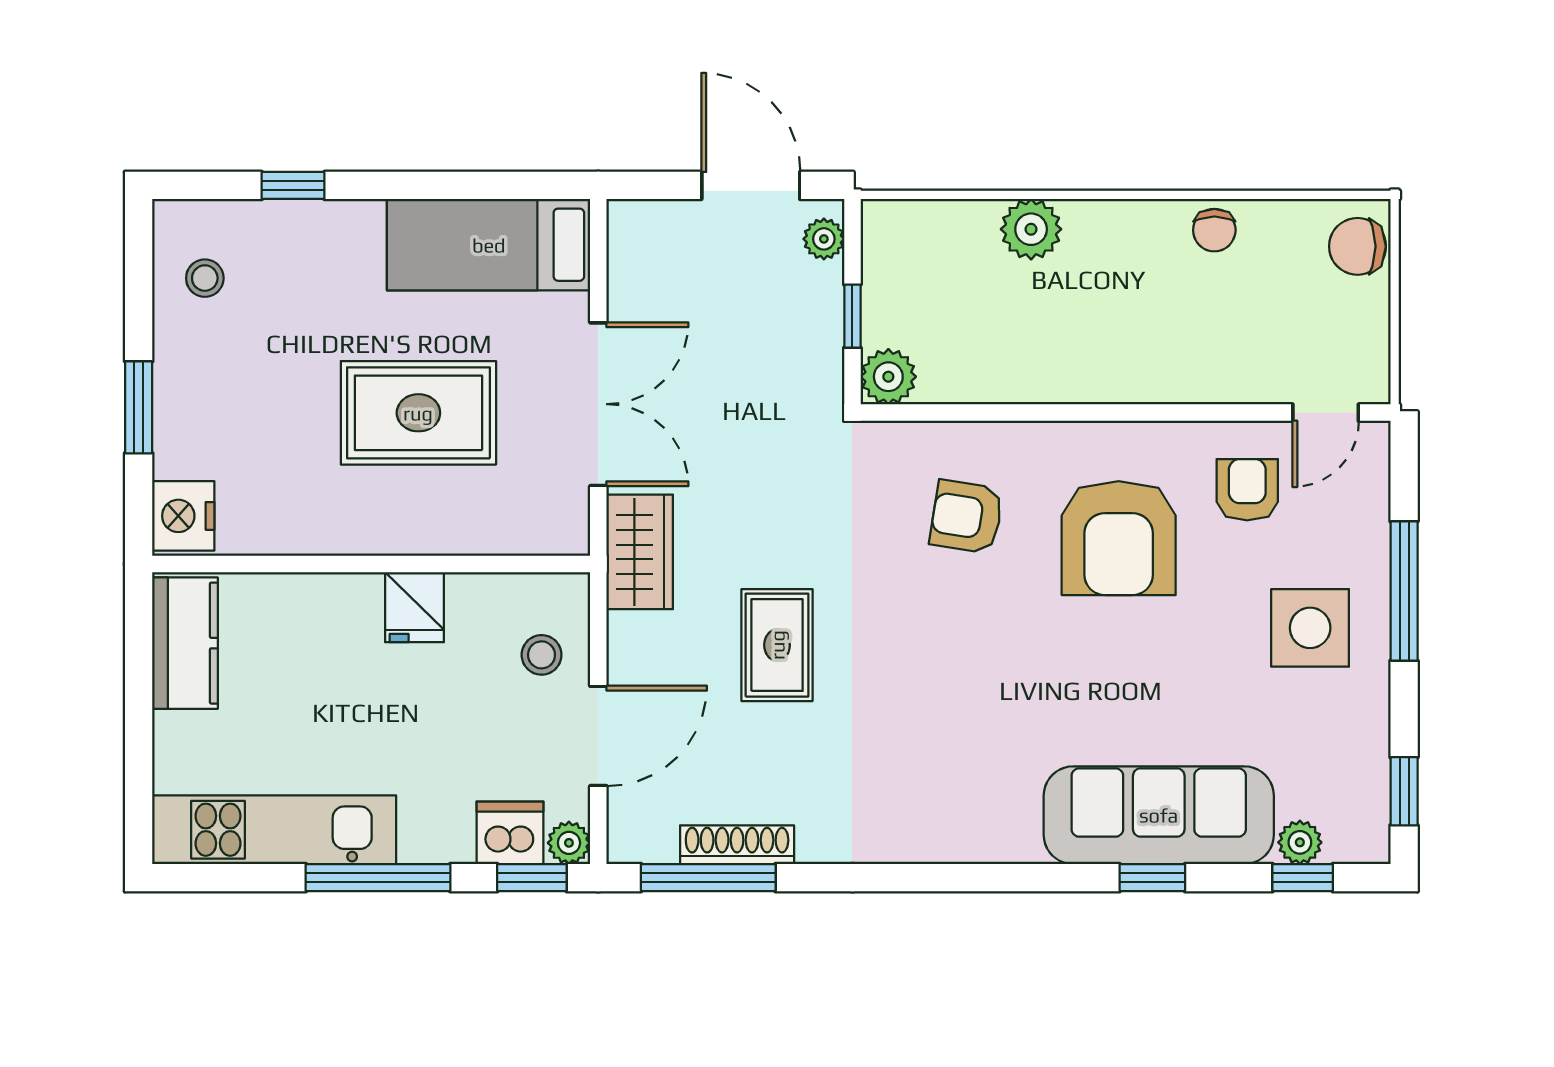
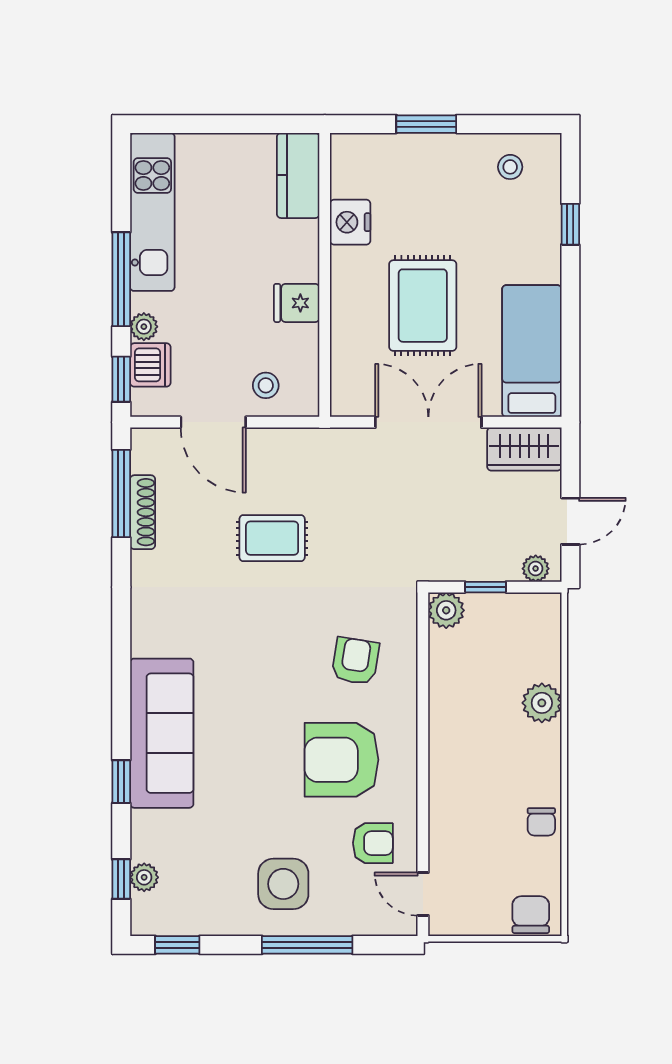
door: (751, 185) -> (570, 521), width x0.73
chair: (1214, 230) -> (541, 822), turned -90
double door: (598, 404) -> (428, 422), swing flipped
nightstand: (183, 516) -> (350, 222), moved, turned -90
wardrobe: (640, 552) -> (524, 449), moved
kitchen counter: (185, 643) -> (298, 175), moved, turned 90
sofa: (1159, 815) -> (162, 733), moved
plant: (569, 843) -> (144, 327), moved

